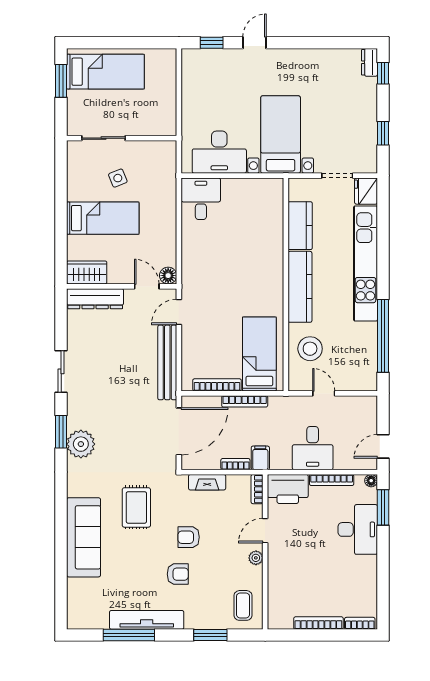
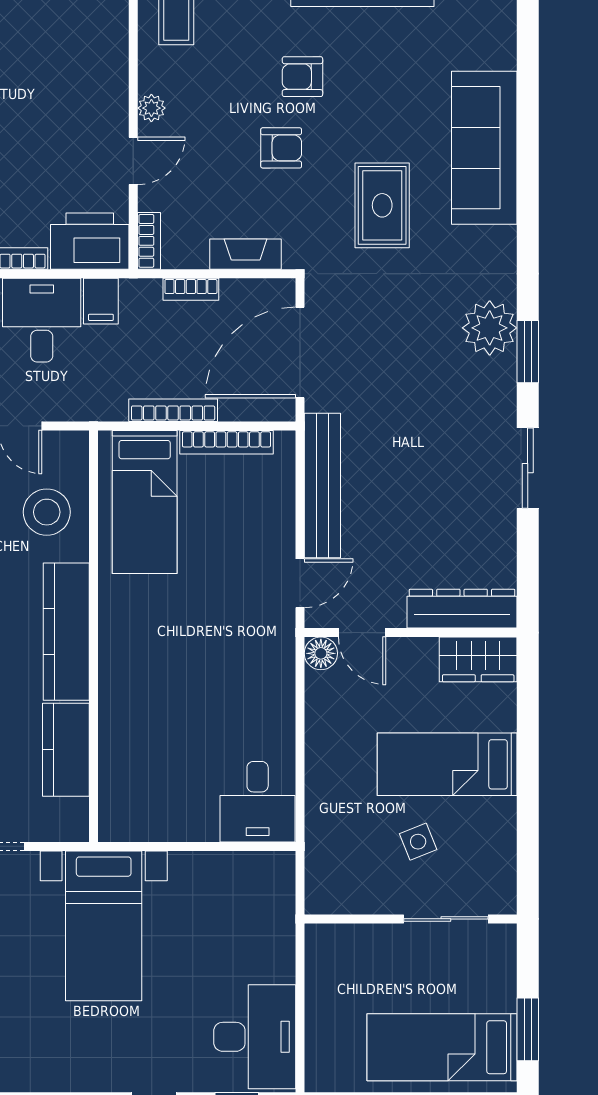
desk: (219, 152) -> (255, 1037), moved, turned 90
filing cabinet: (260, 458) -> (101, 301), moved

